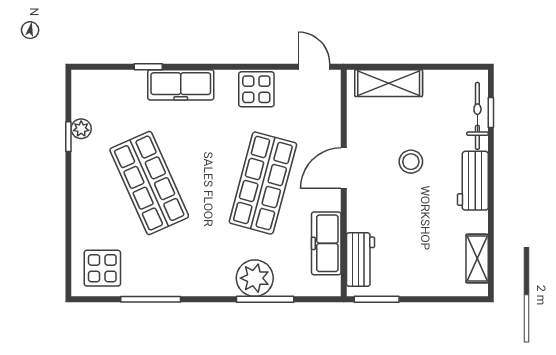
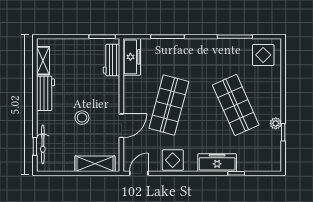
door: (314, 67) -> (139, 173), swing flipped
plant: (81, 129) -> (276, 123), moved
door: (344, 168) -> (121, 126), moved
workbench: (473, 181) -> (46, 93), moved
freezer: (326, 243) -> (132, 57), moved
plant: (255, 278) -> (174, 49), removed

